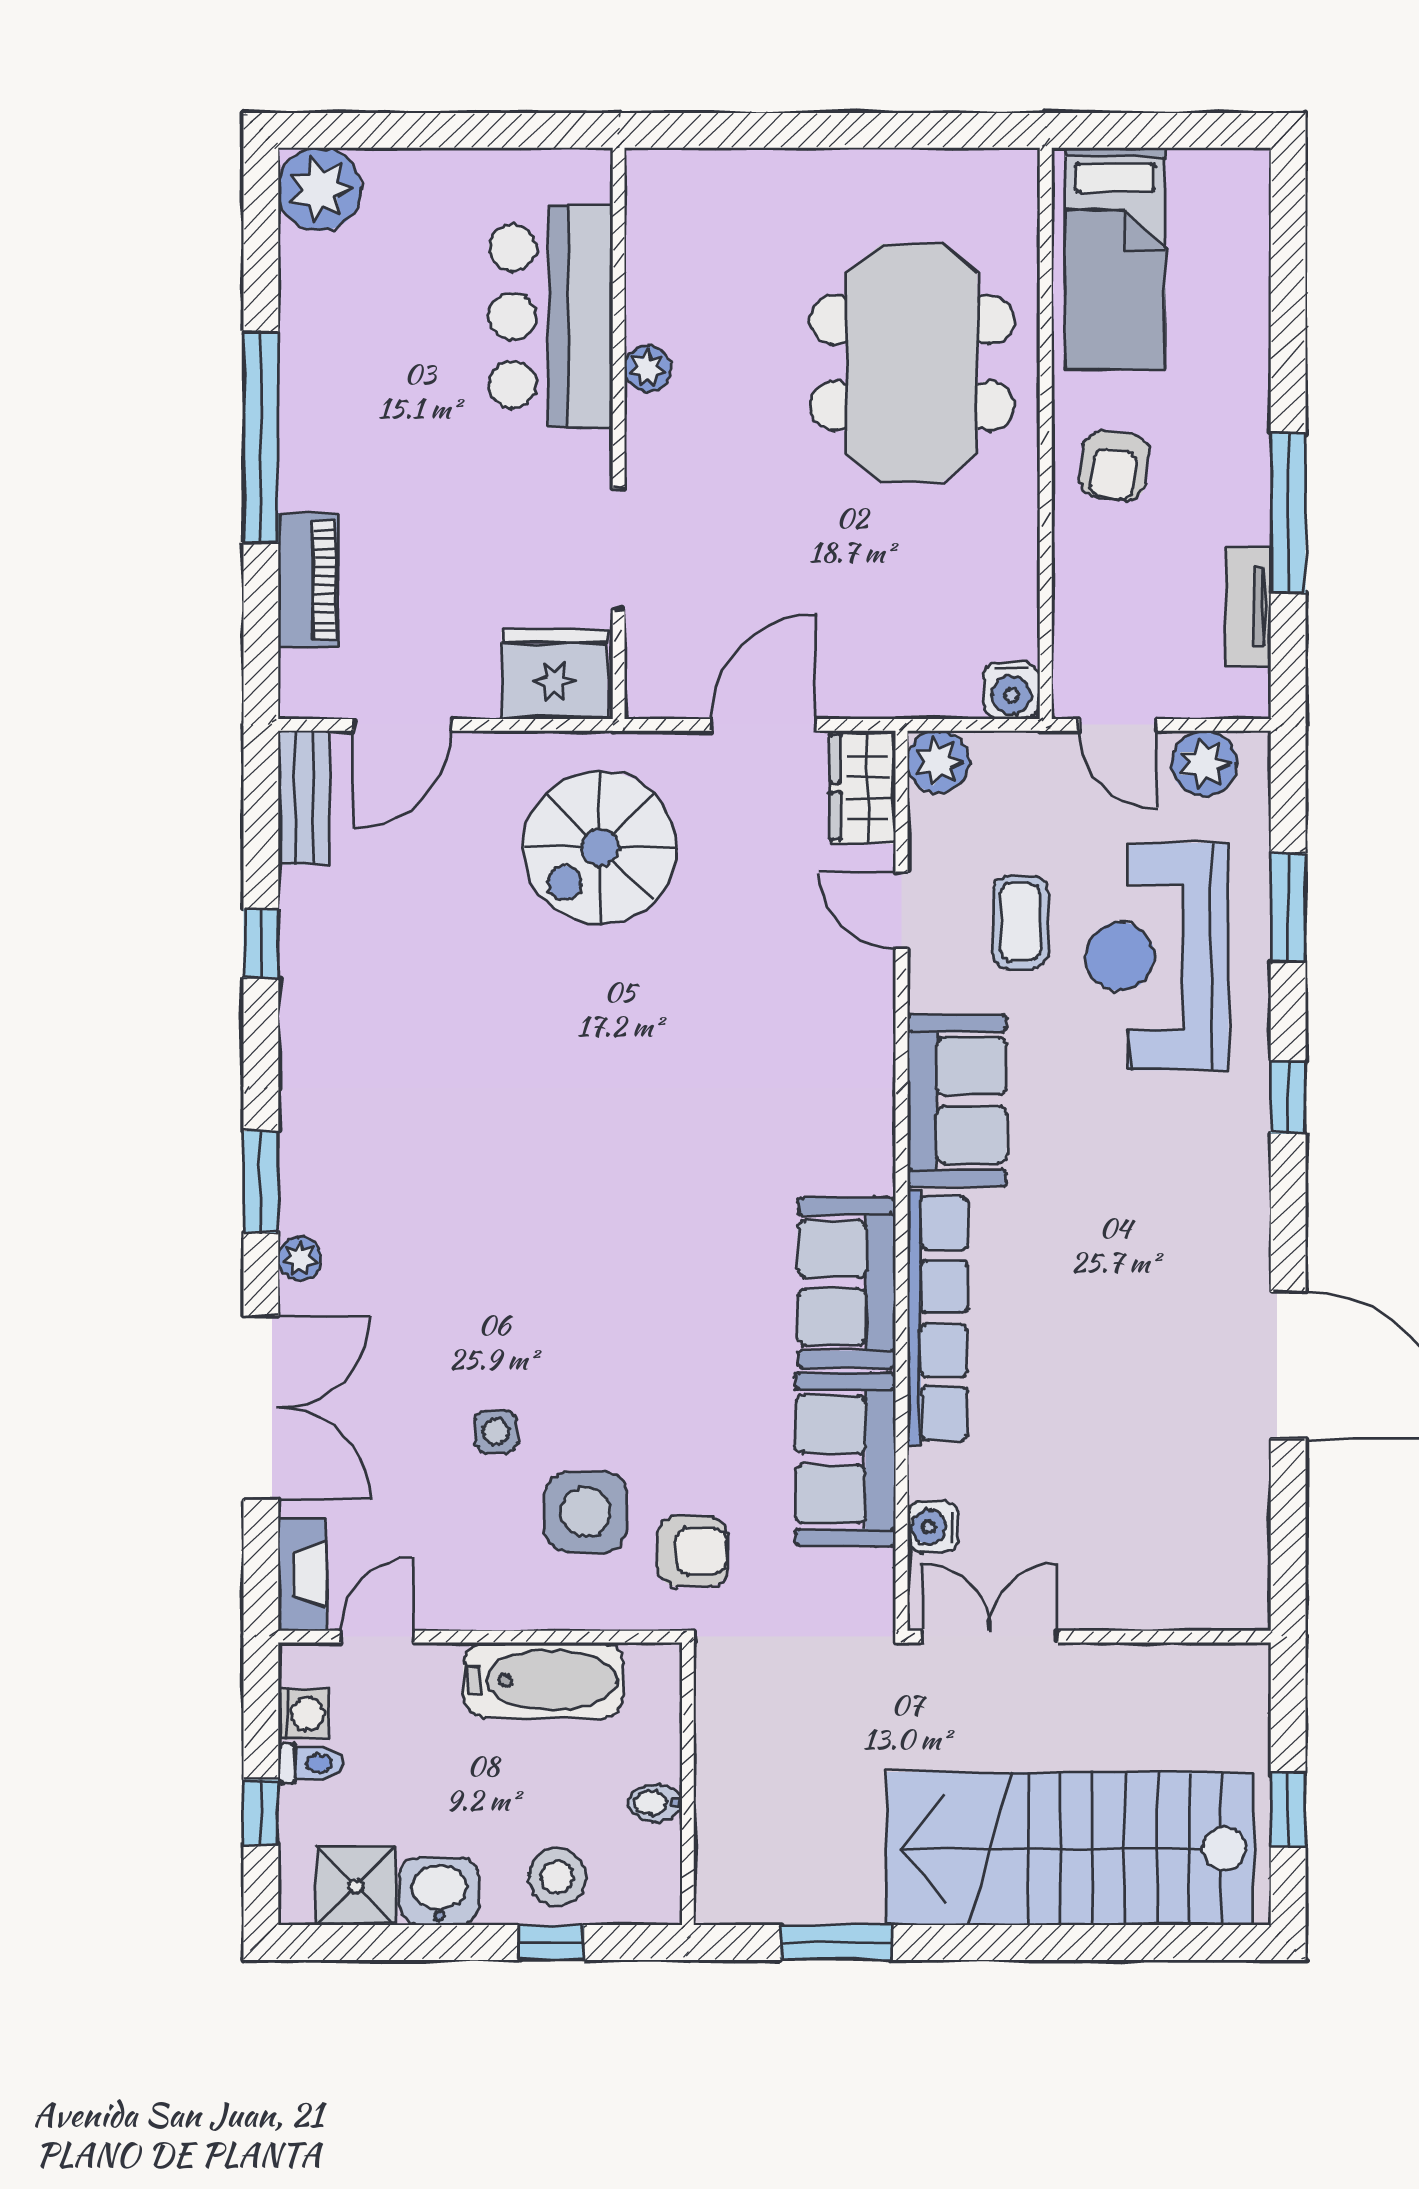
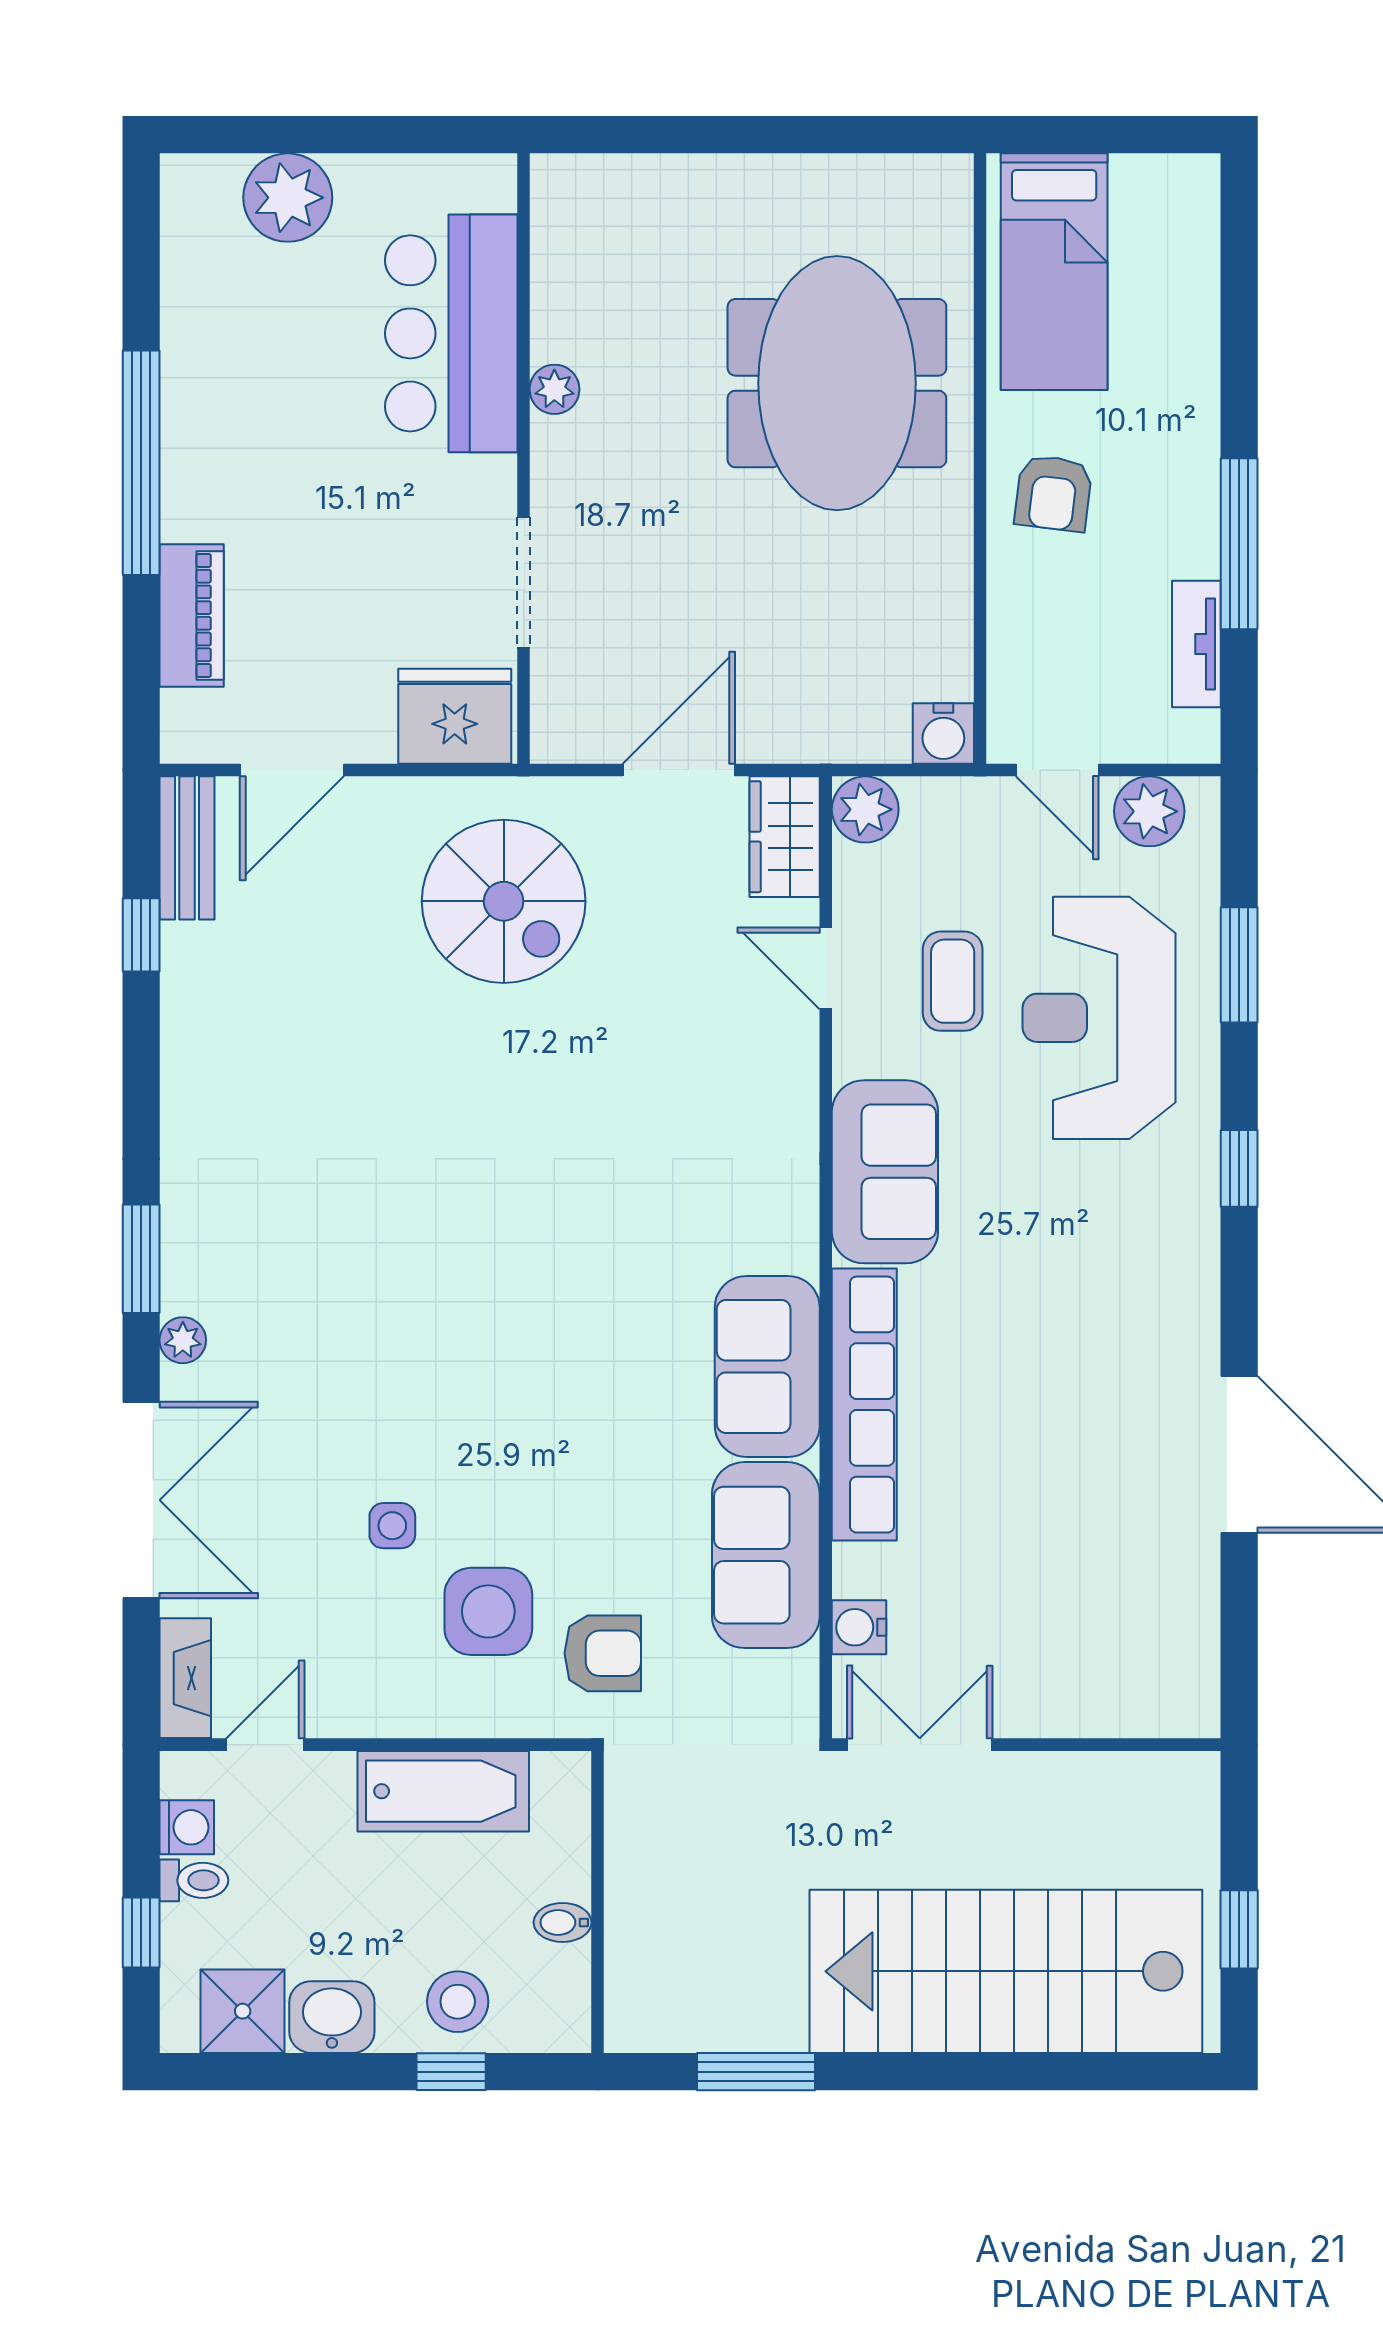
plant: (320, 189) -> (288, 198), moved
spiral stairs: (600, 848) -> (504, 901), turned -90
window: (261, 944) -> (141, 935), moved

